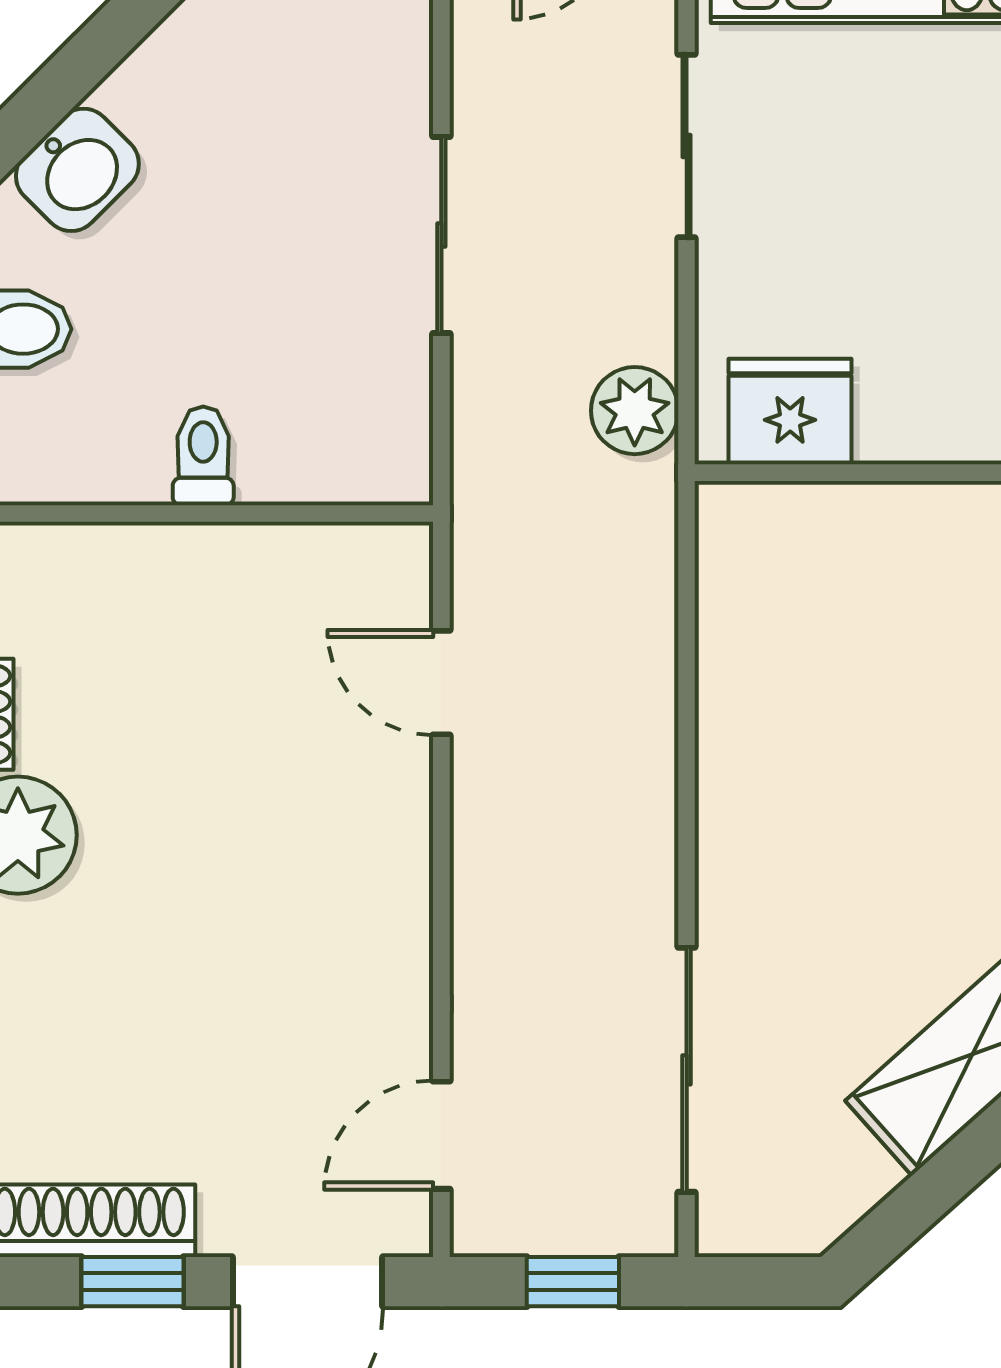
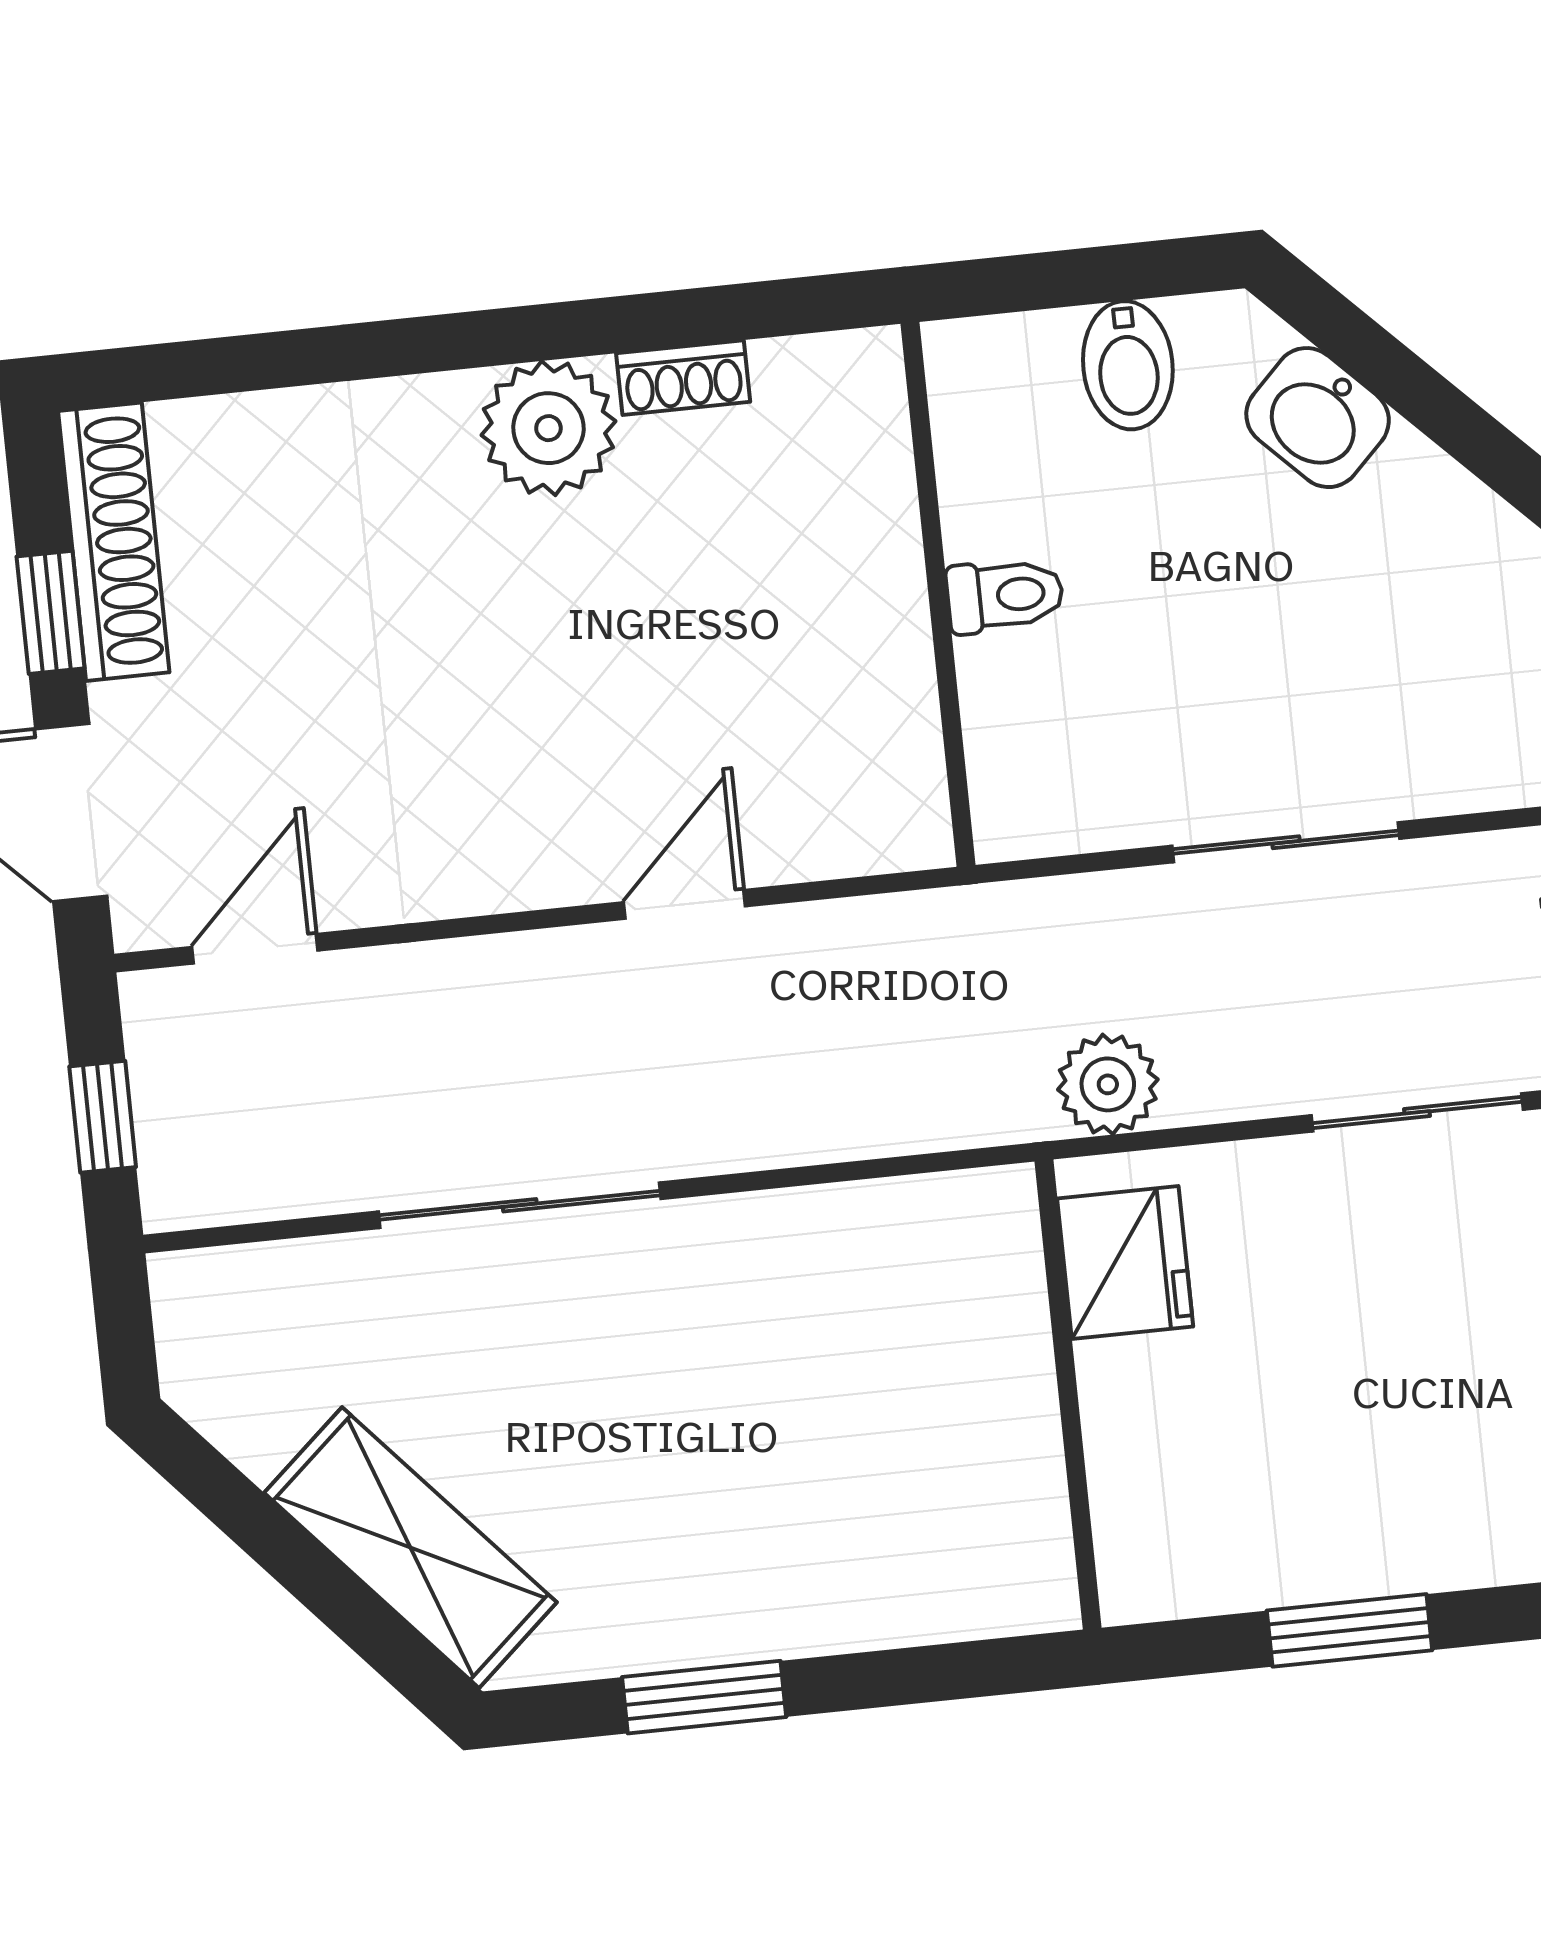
door: (441, 683) -> (684, 904), moved
sliding door: (687, 1070) -> (520, 1205), moved
door: (441, 1135) -> (255, 949), hinge flipped

